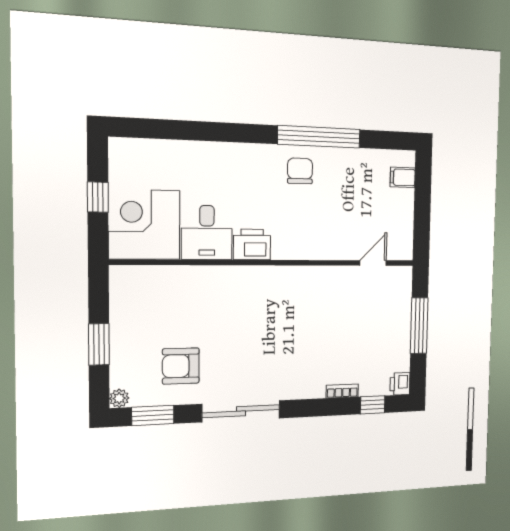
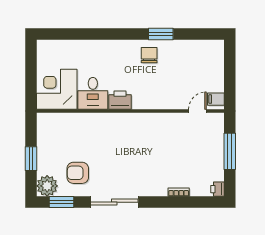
window: (319, 137) -> (161, 34), width x0.47
filing cabinet: (403, 177) -> (216, 99), moved
window: (98, 197) -> (31, 74), removed
plant: (119, 398) -> (47, 186), width x1.87, depth x1.87
window: (373, 405) -> (199, 202), removed

